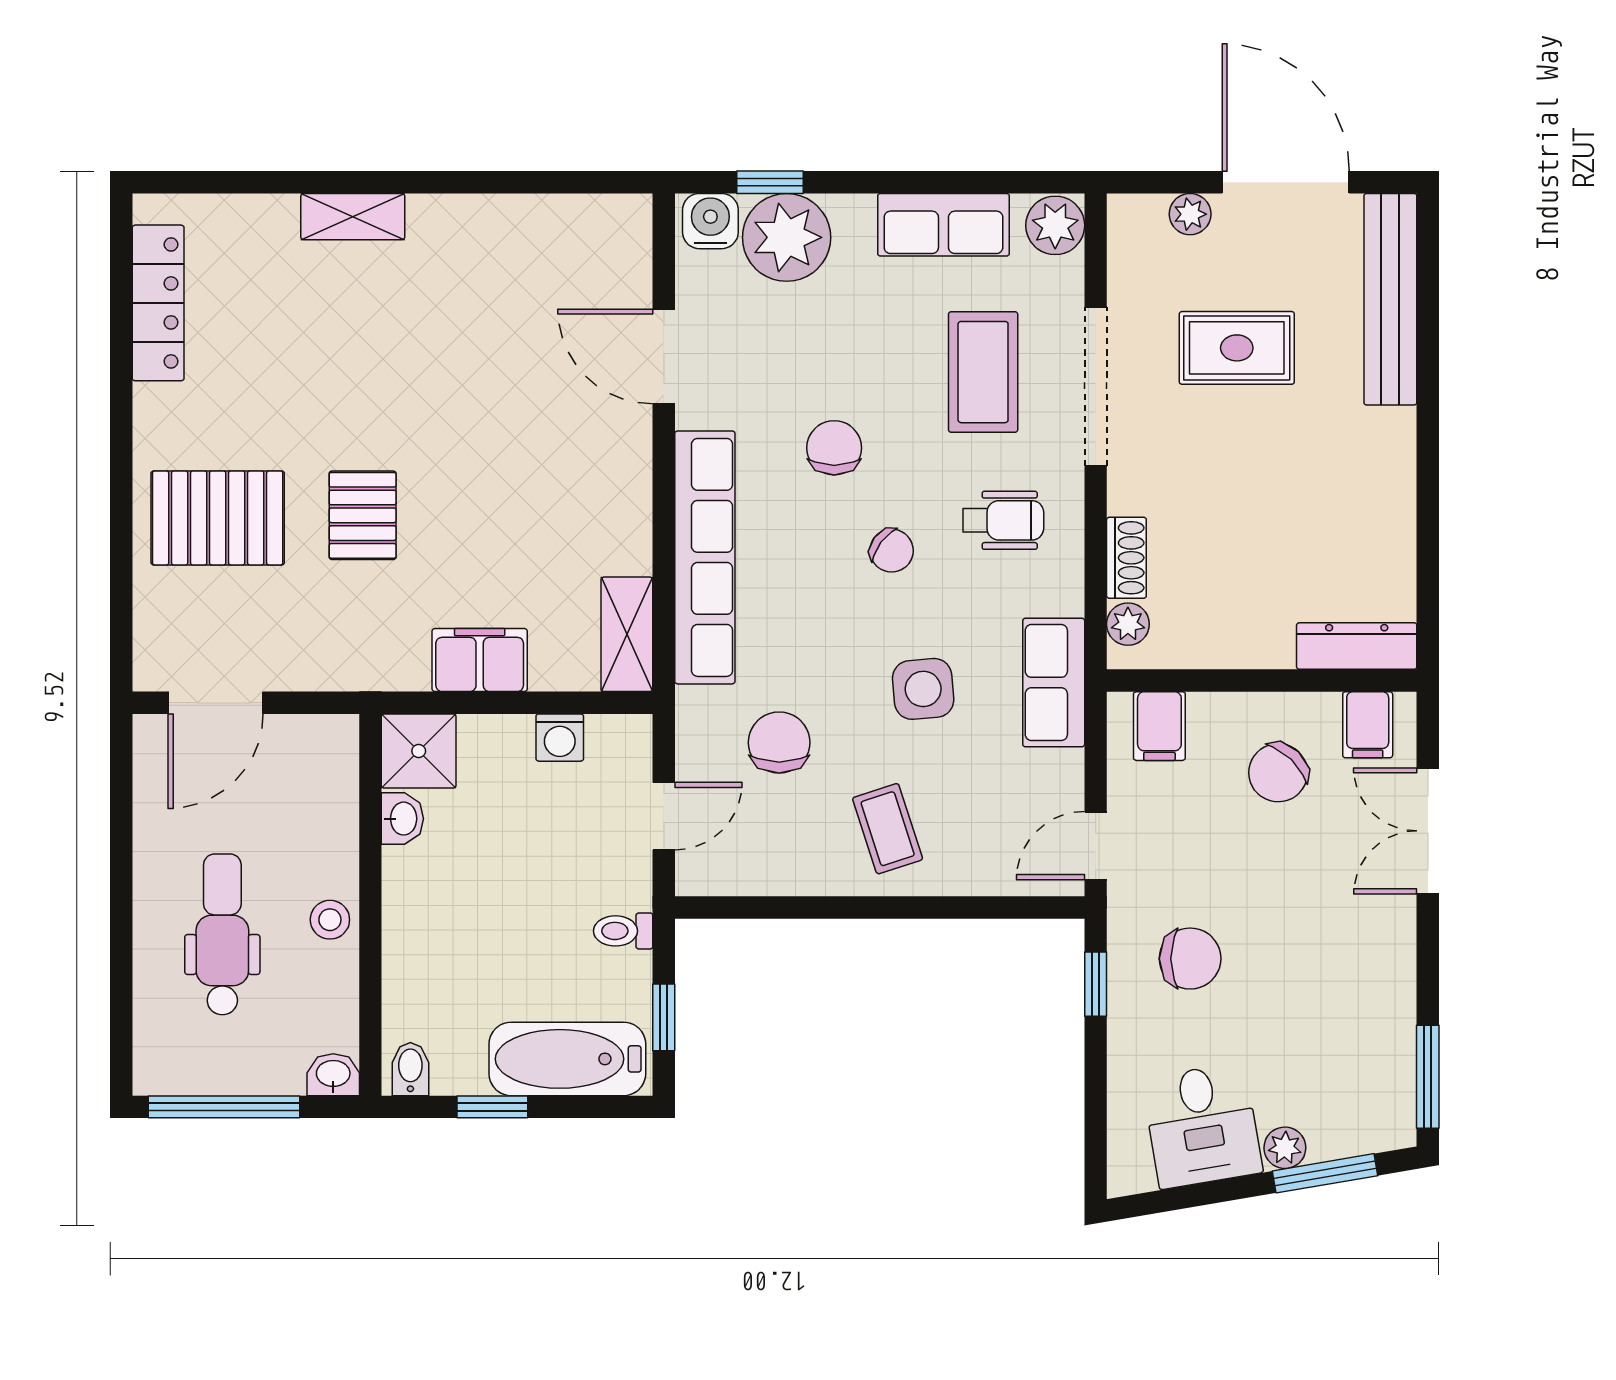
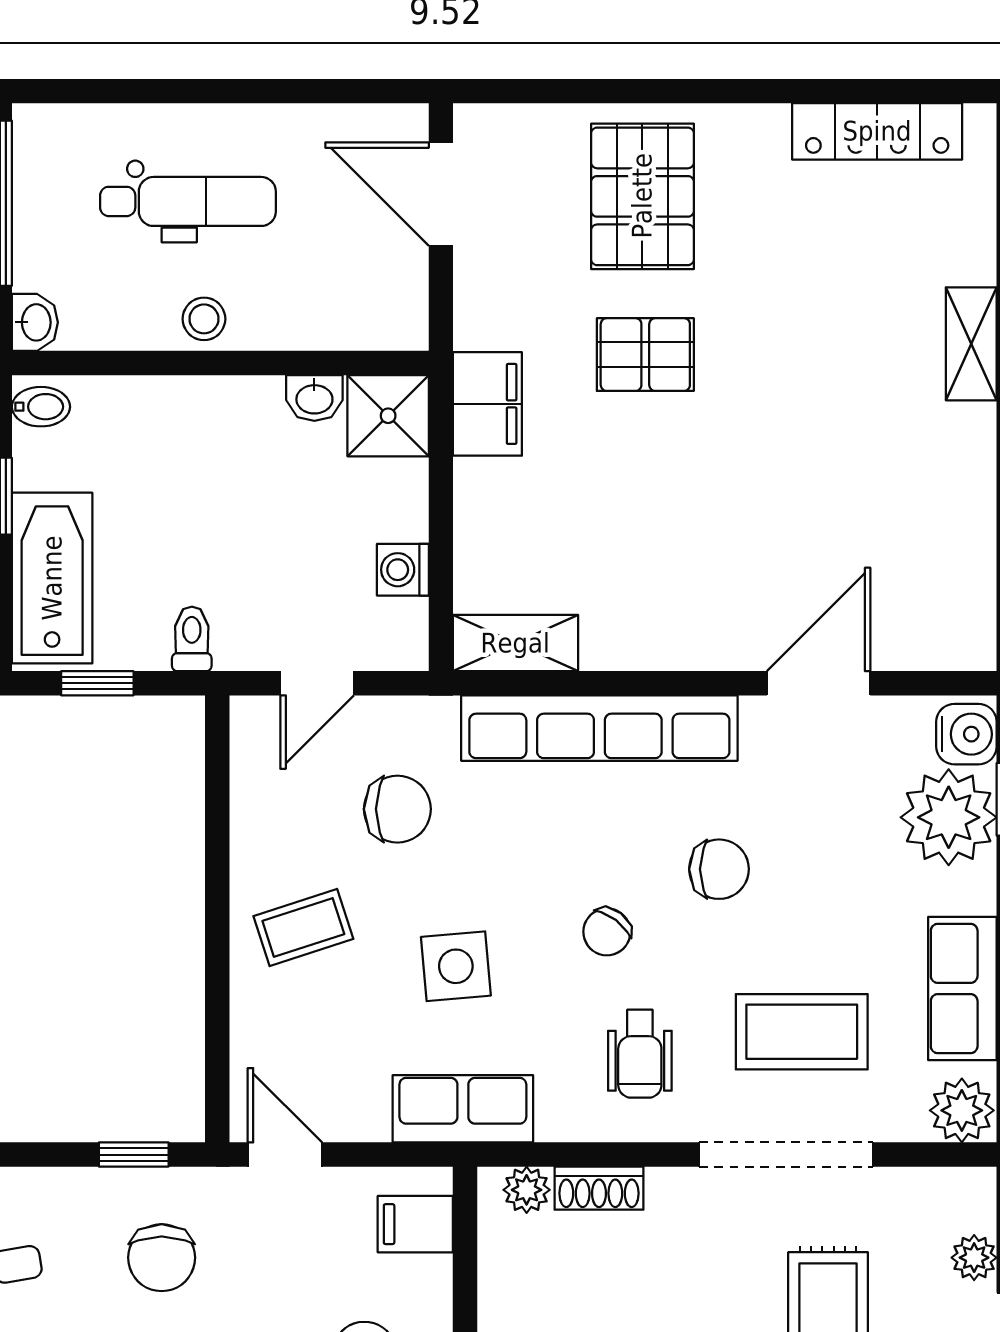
filing cabinet: (480, 660) -> (487, 404), moved
door: (664, 816) -> (317, 683), hinge flipped

